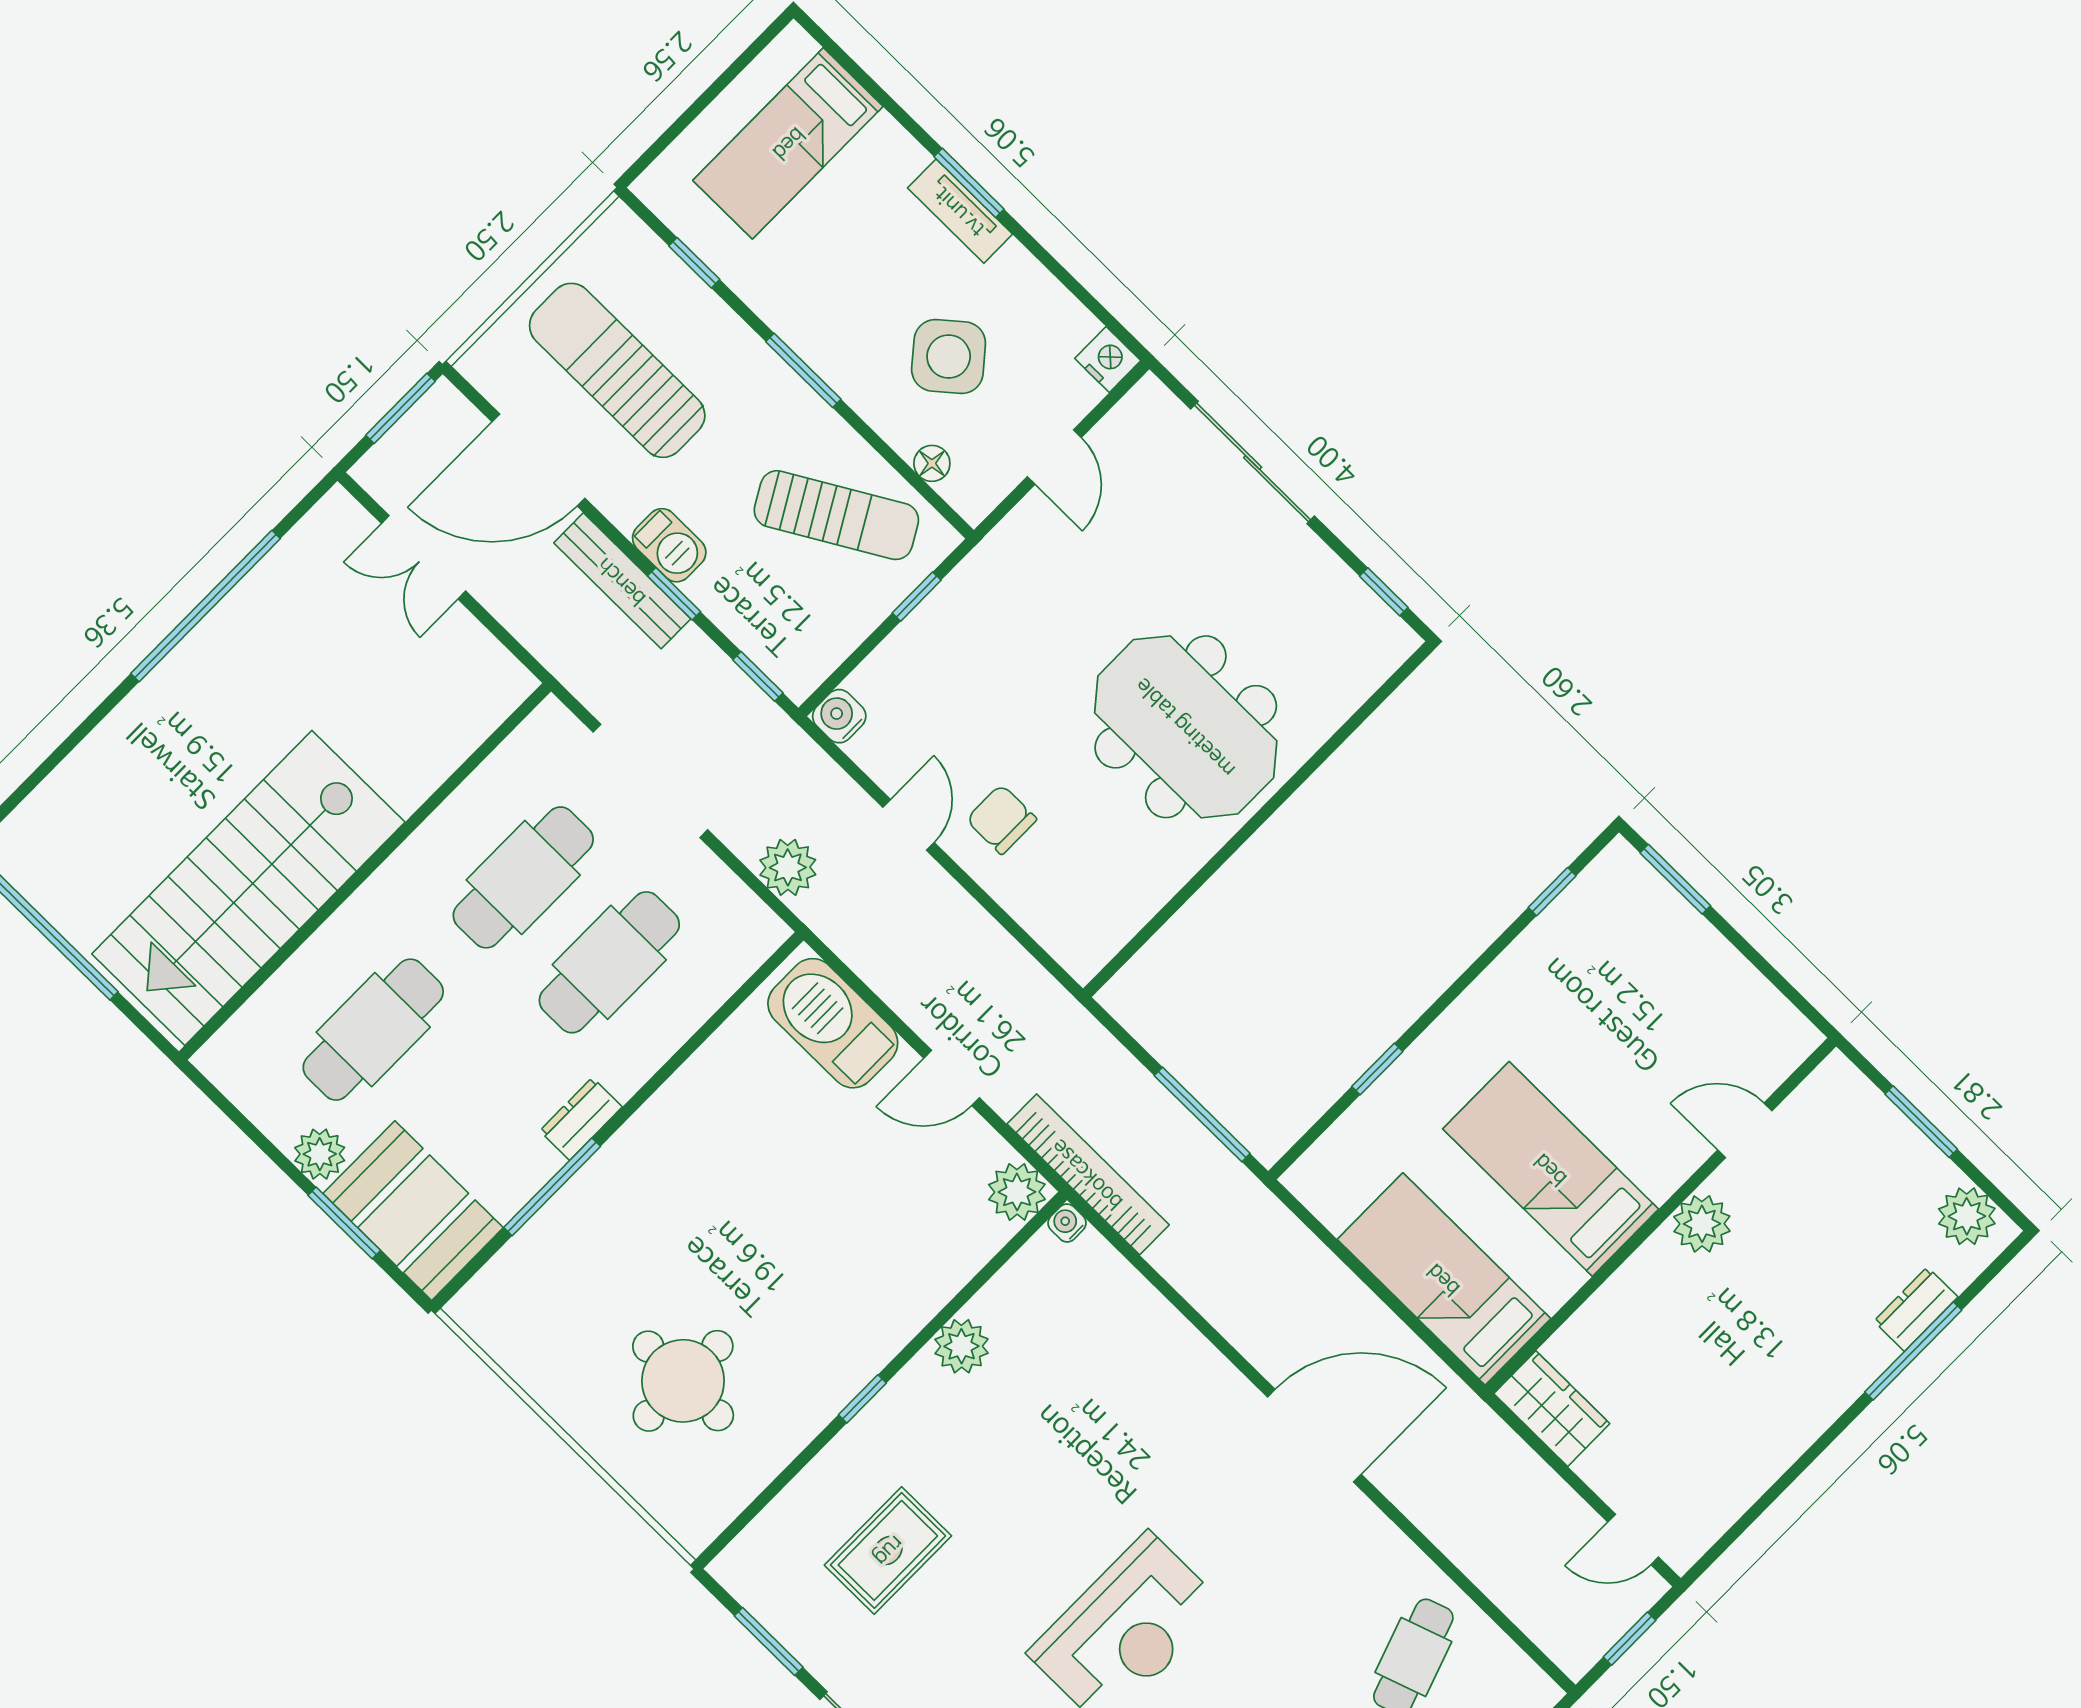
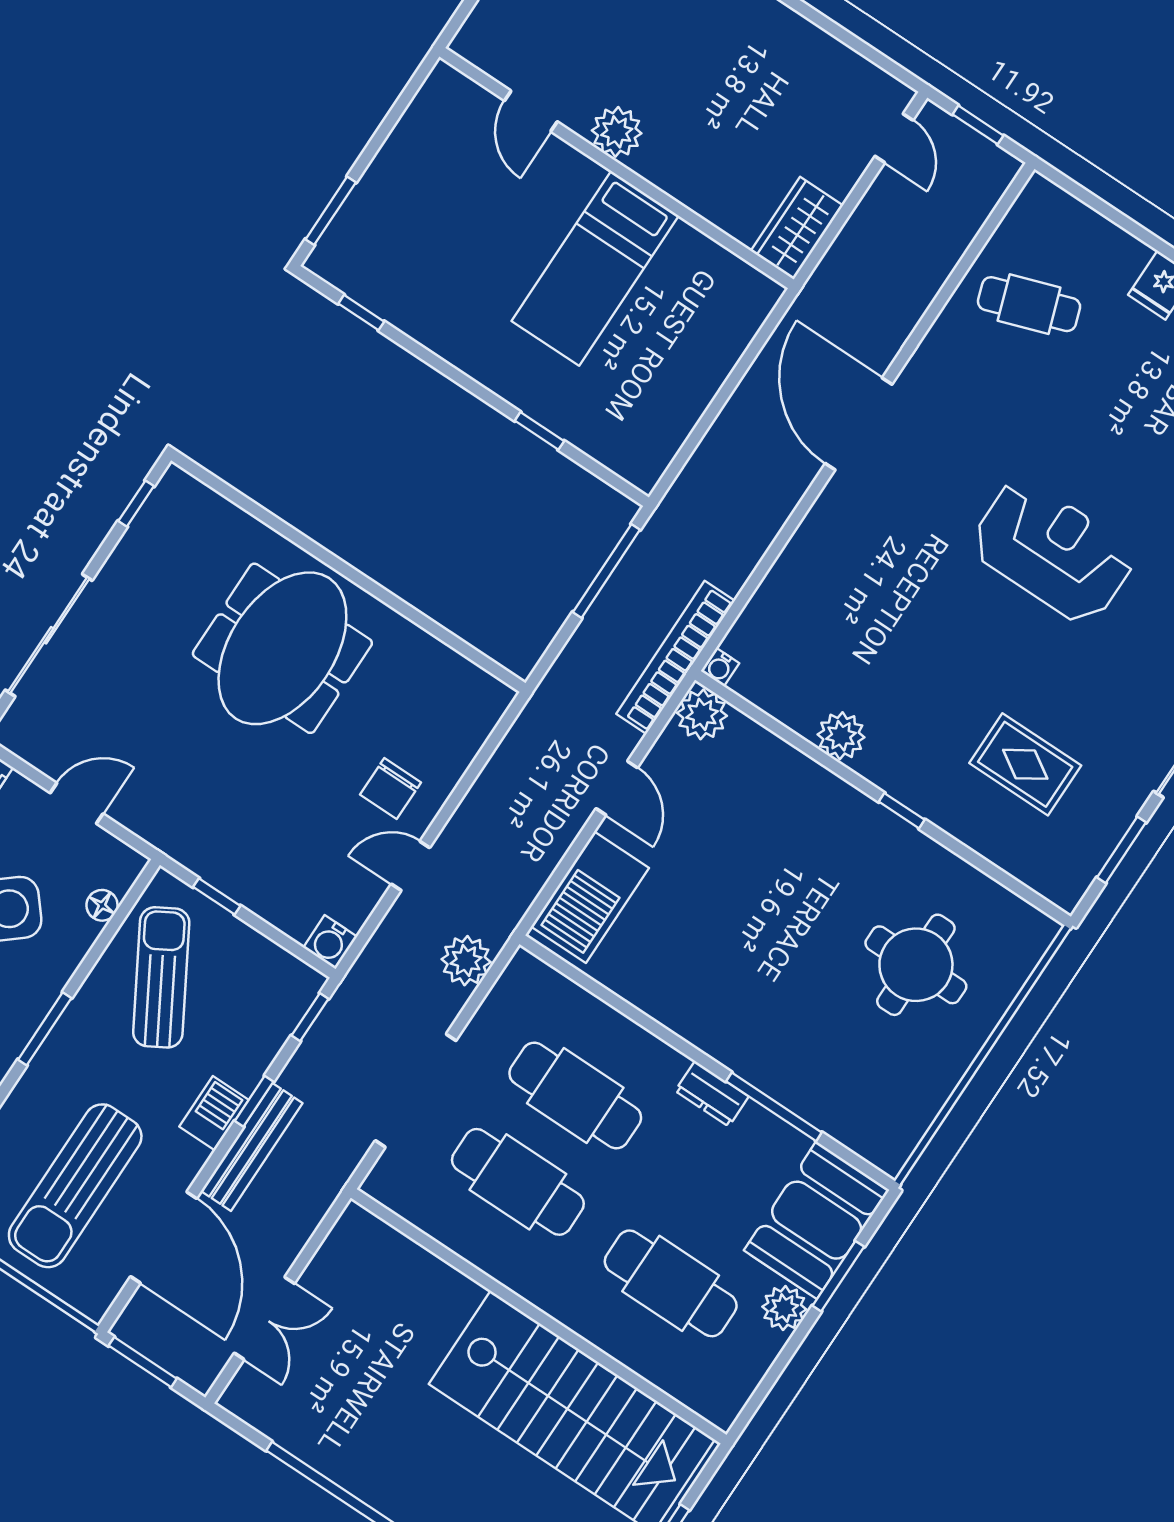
bed: (1444, 1279) -> (705, 340), removed

